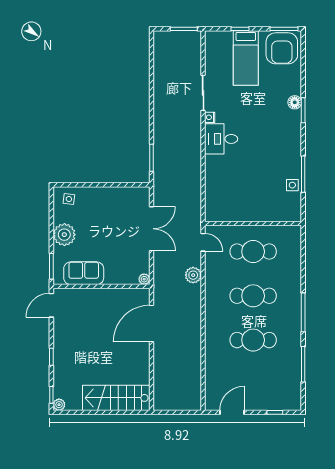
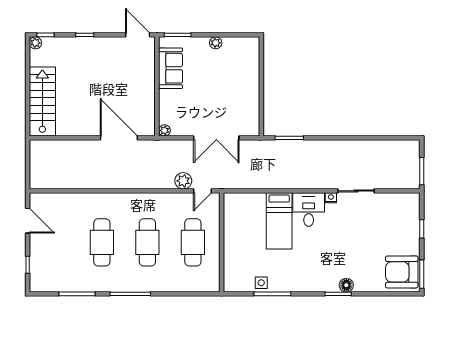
bed: (246, 58) -> (279, 221), moved, turned -90
side table: (69, 199) -> (247, 53), removed
plant: (64, 235) -> (216, 43), width x0.53, depth x0.53
plant: (193, 275) -> (183, 181), moved

